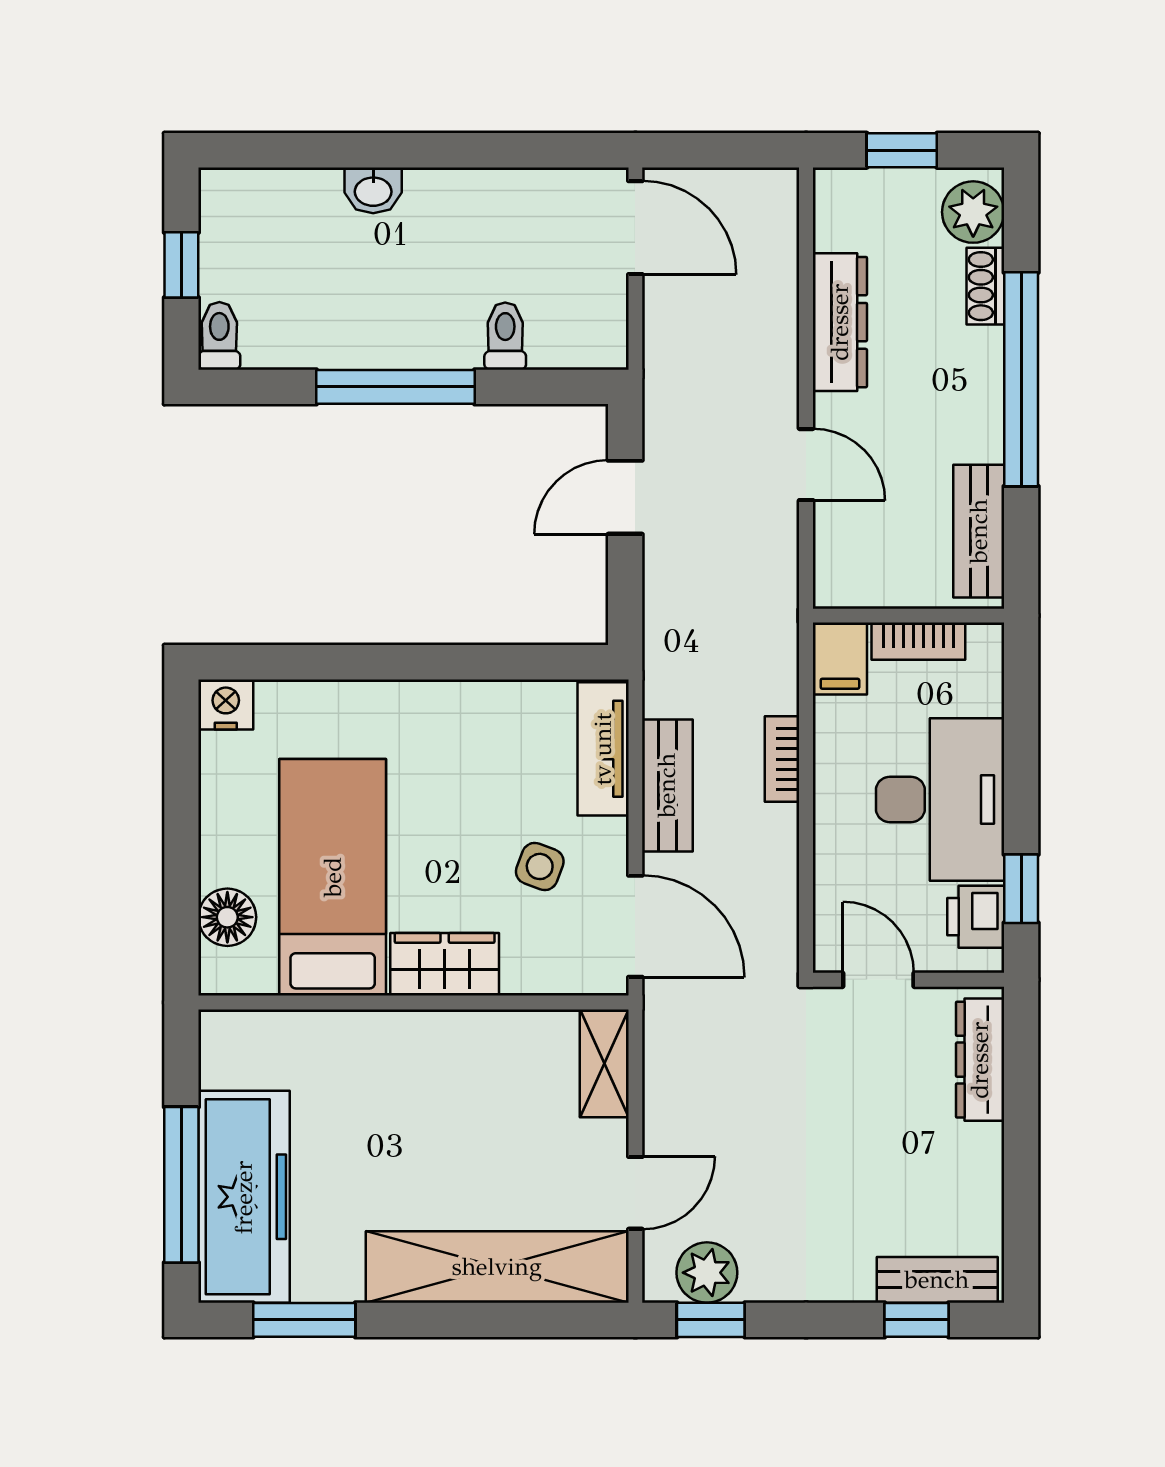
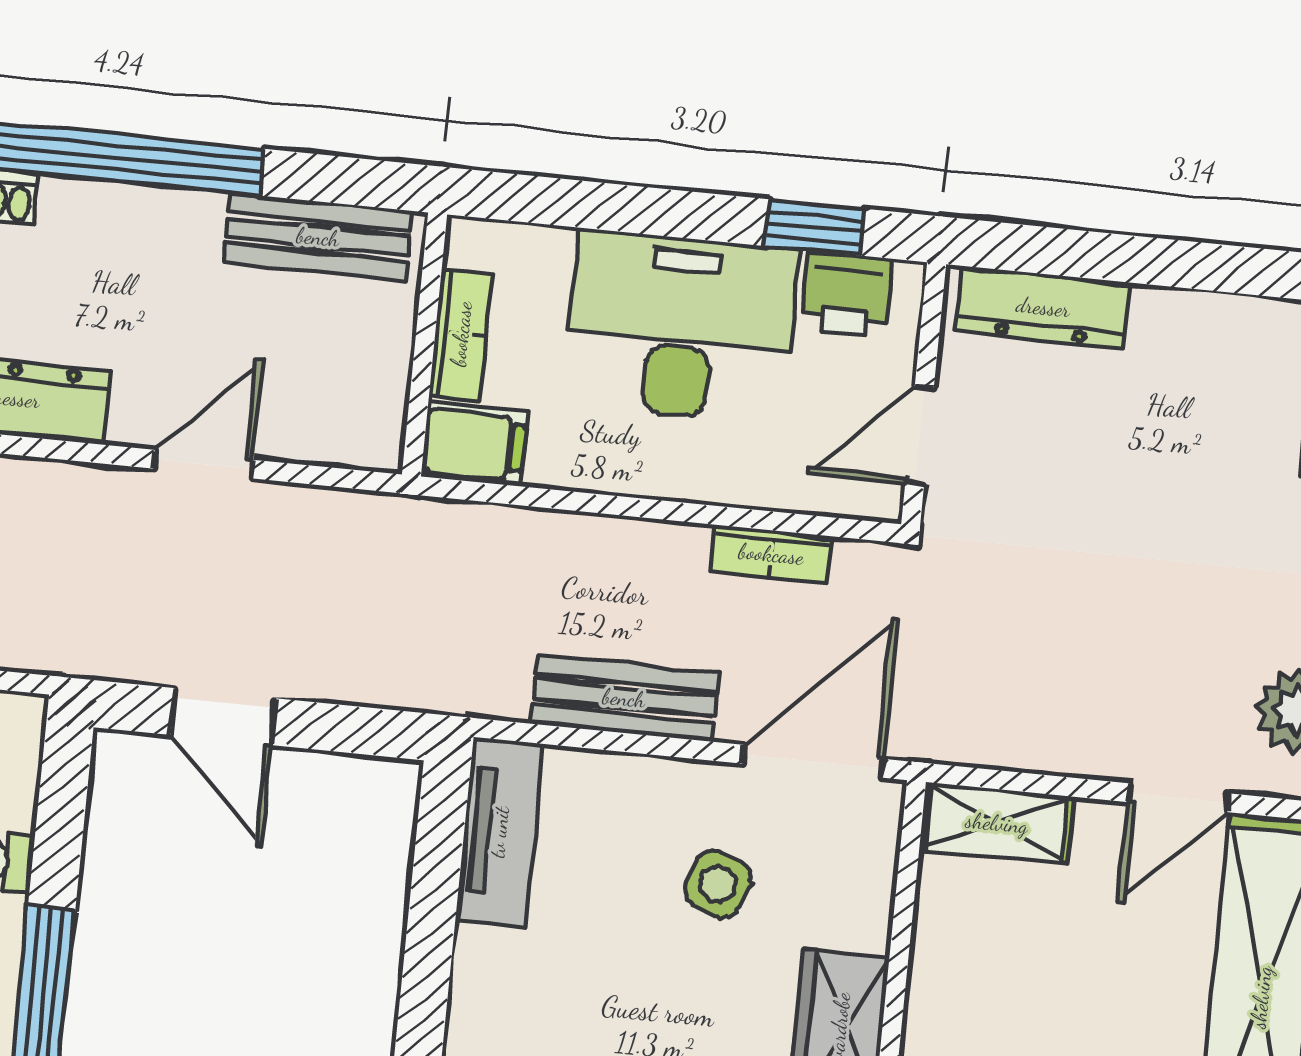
tv unit: (603, 749) -> (499, 832), moved, turned -90
bookcase: (782, 759) -> (771, 554), moved
door: (635, 1193) -> (1178, 798), swing flipped

